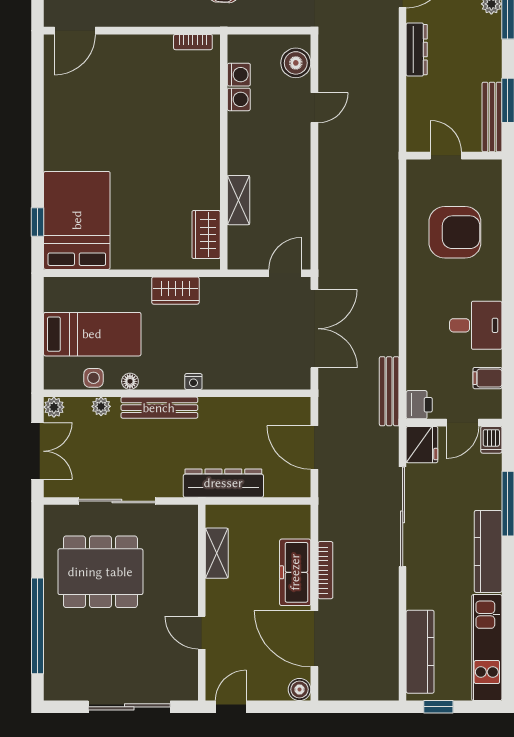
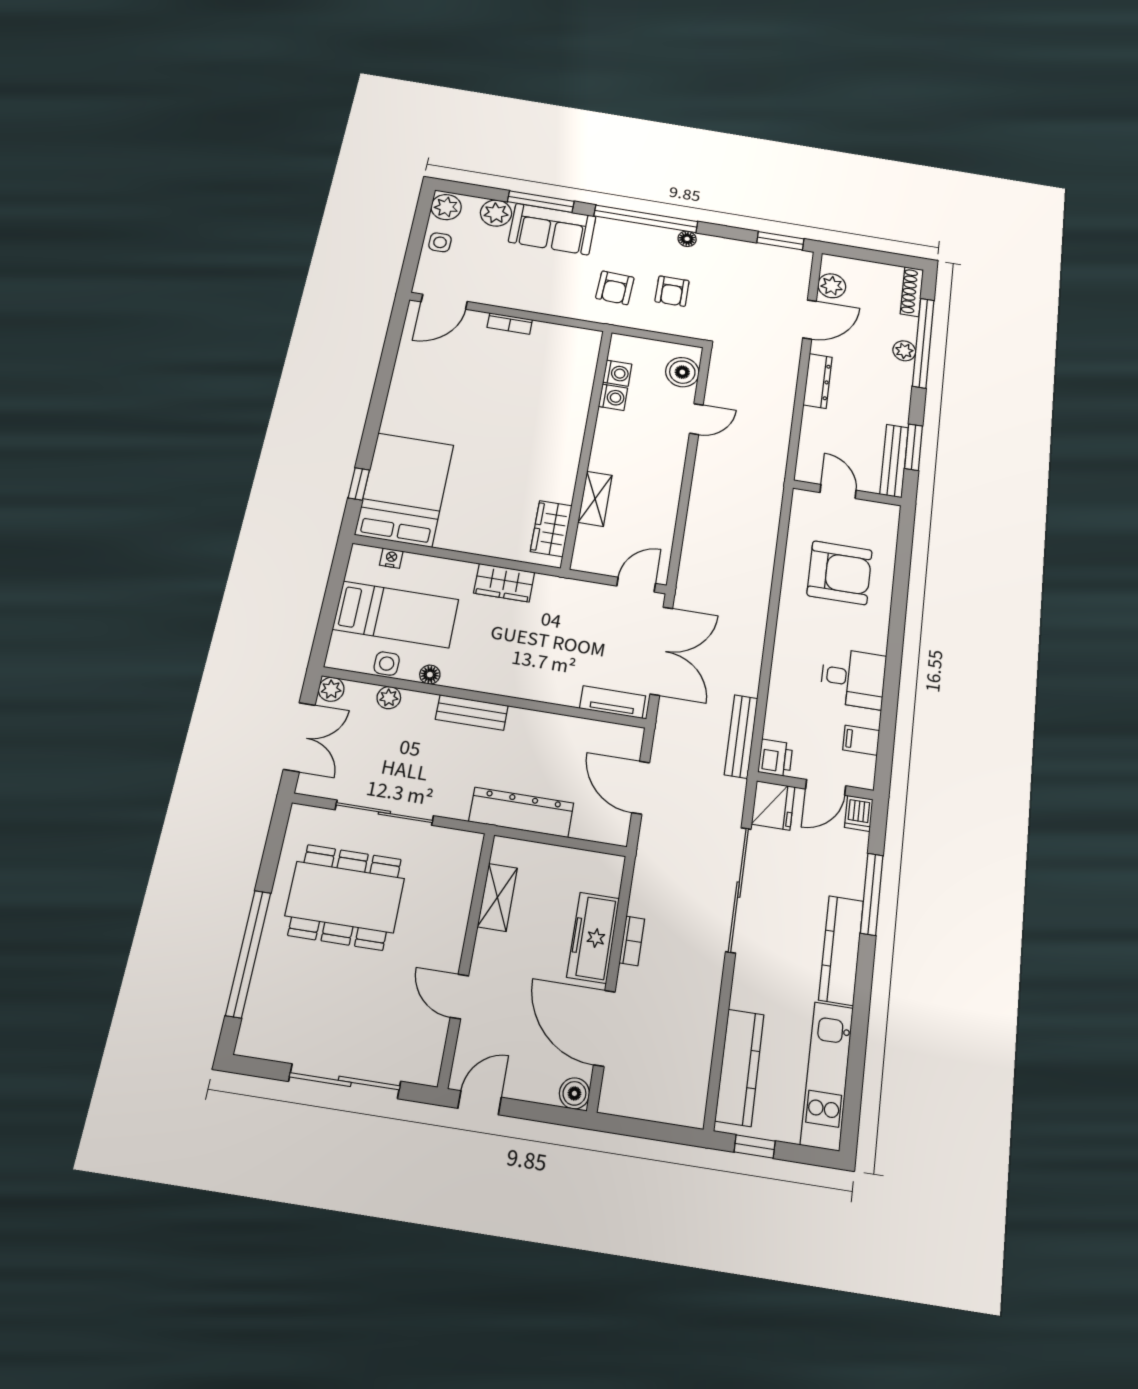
bookcase: (193, 42) -> (510, 323), moved
tv unit: (281, 380) -> (613, 702), added
nightstand: (193, 382) -> (391, 558), moved, turned 180
bench: (159, 408) -> (472, 712), width x0.73
bookcase: (325, 570) -> (632, 941), width x0.64

